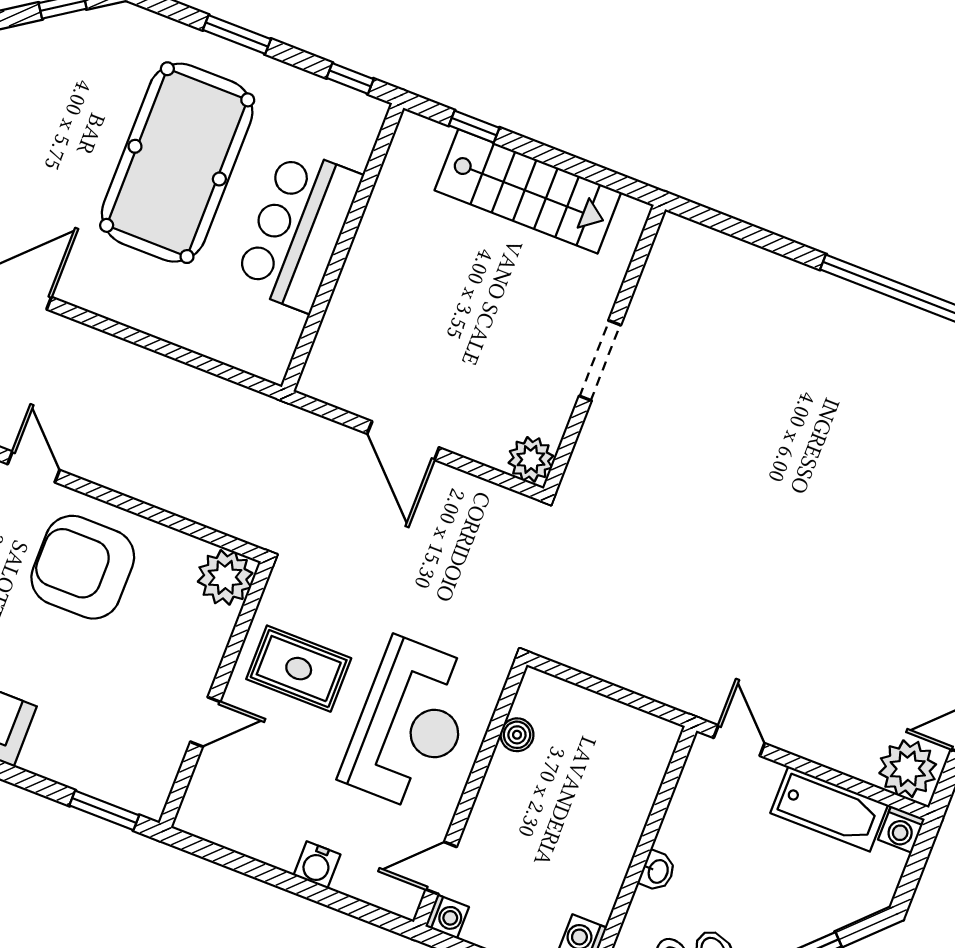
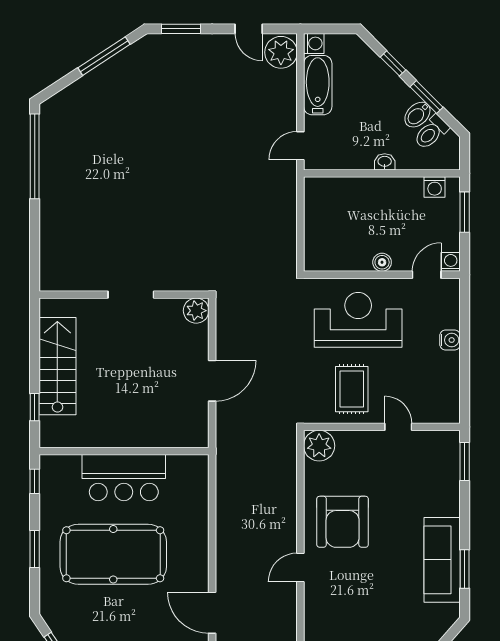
boiler: (517, 735) -> (382, 262), moved
door: (441, 868) -> (427, 275), swing flipped

